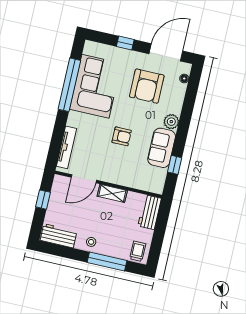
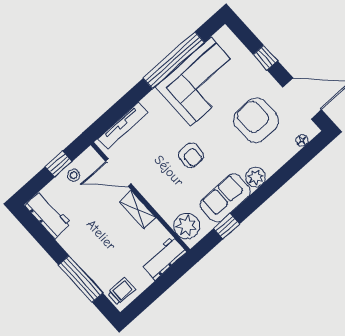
armchair: (147, 86) -> (256, 120), turned 90
plant: (150, 182) -> (187, 226), added
stool: (91, 242) -> (74, 175), moved

